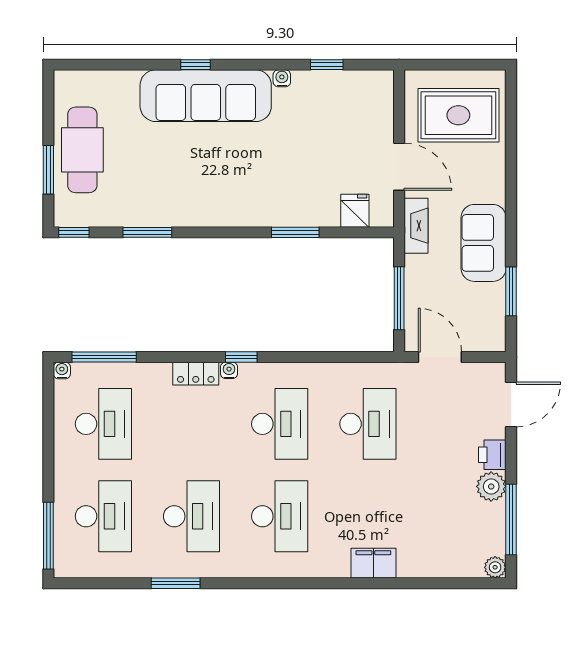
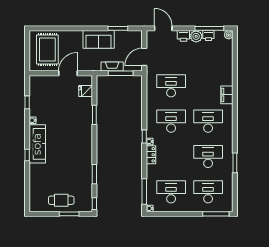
sofa: (206, 96) -> (37, 144), width x0.74, depth x0.79
cafe table: (82, 150) -> (61, 200), width x0.73, depth x0.74
fireplace: (416, 226) -> (112, 66), moved
printer: (493, 517) -> (208, 36), added
filing cabinet: (373, 563) -> (227, 95), moved

